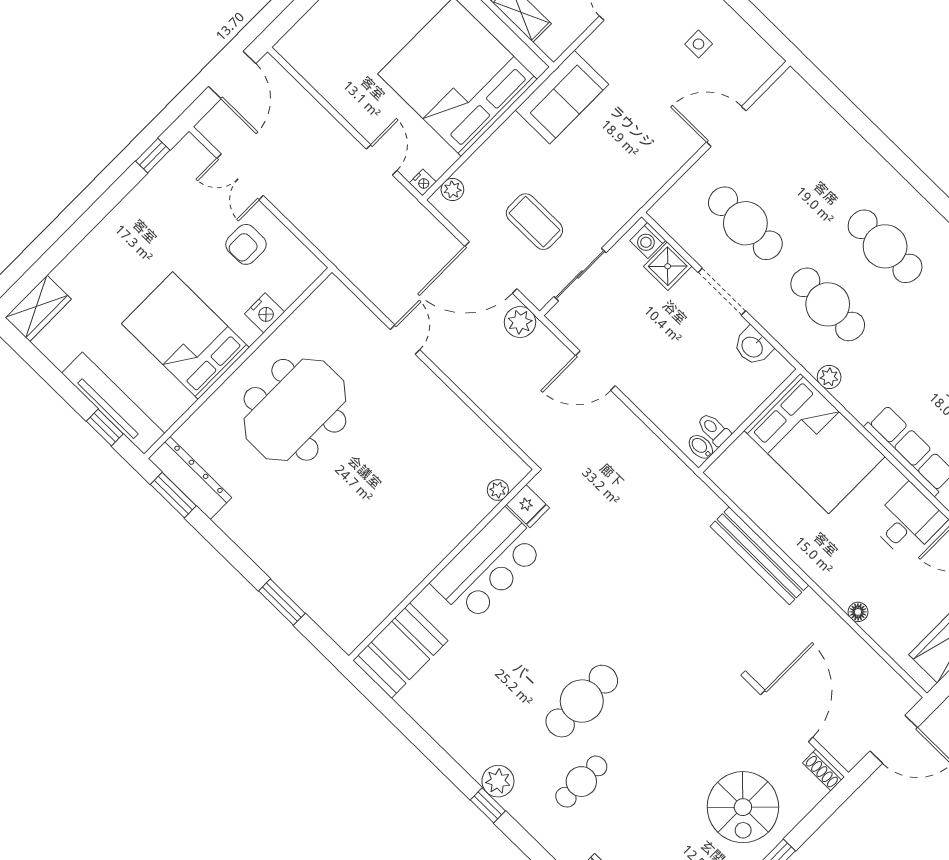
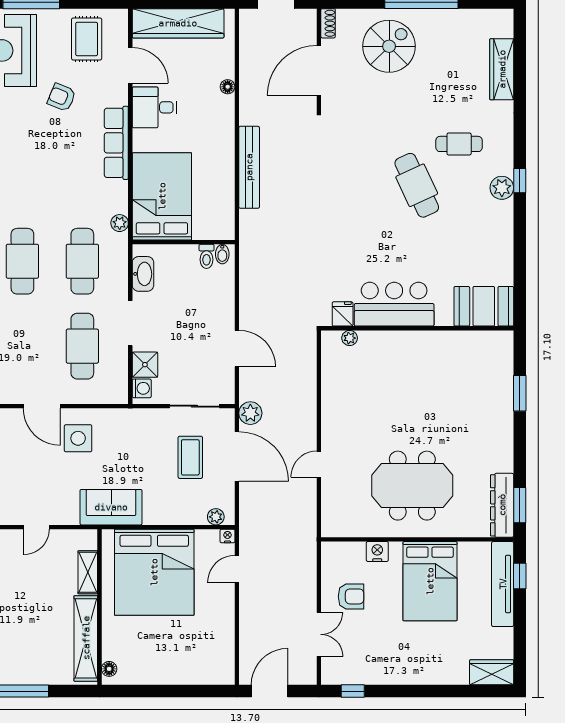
side table: (699, 44) -> (78, 438), moved, width x1.87, depth x1.87
washbasin: (753, 346) -> (143, 274), width x1.38
cafe table: (582, 701) -> (417, 185), turned 65

